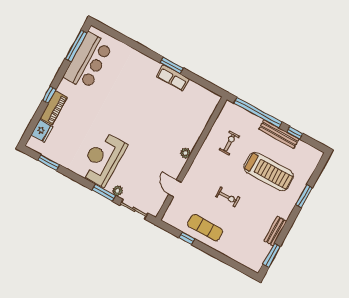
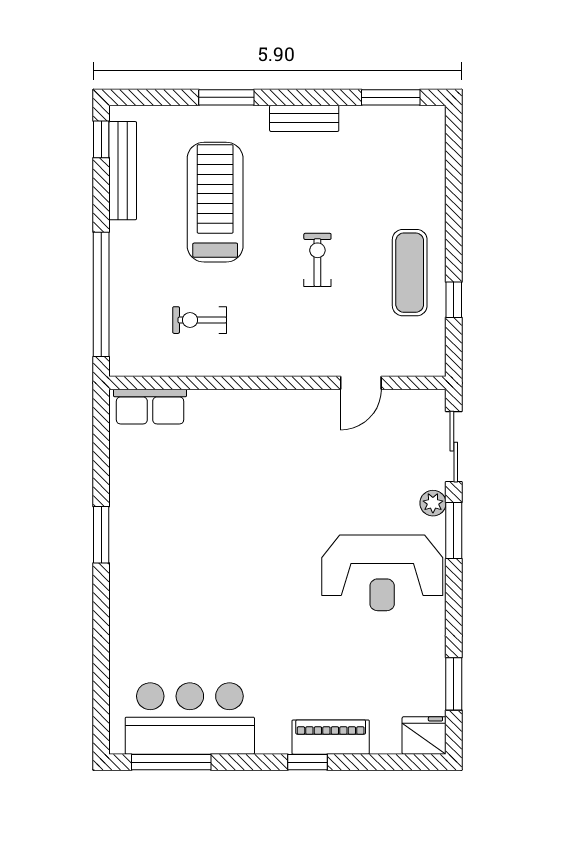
row of seats: (173, 78) -> (150, 407), moved, turned 90
fridge: (42, 131) -> (424, 735), moved
window: (295, 133) -> (101, 139), moved
bench: (279, 134) -> (123, 171), moved
plant: (185, 153) -> (273, 402), removed
bench: (275, 231) -> (304, 118), moved

